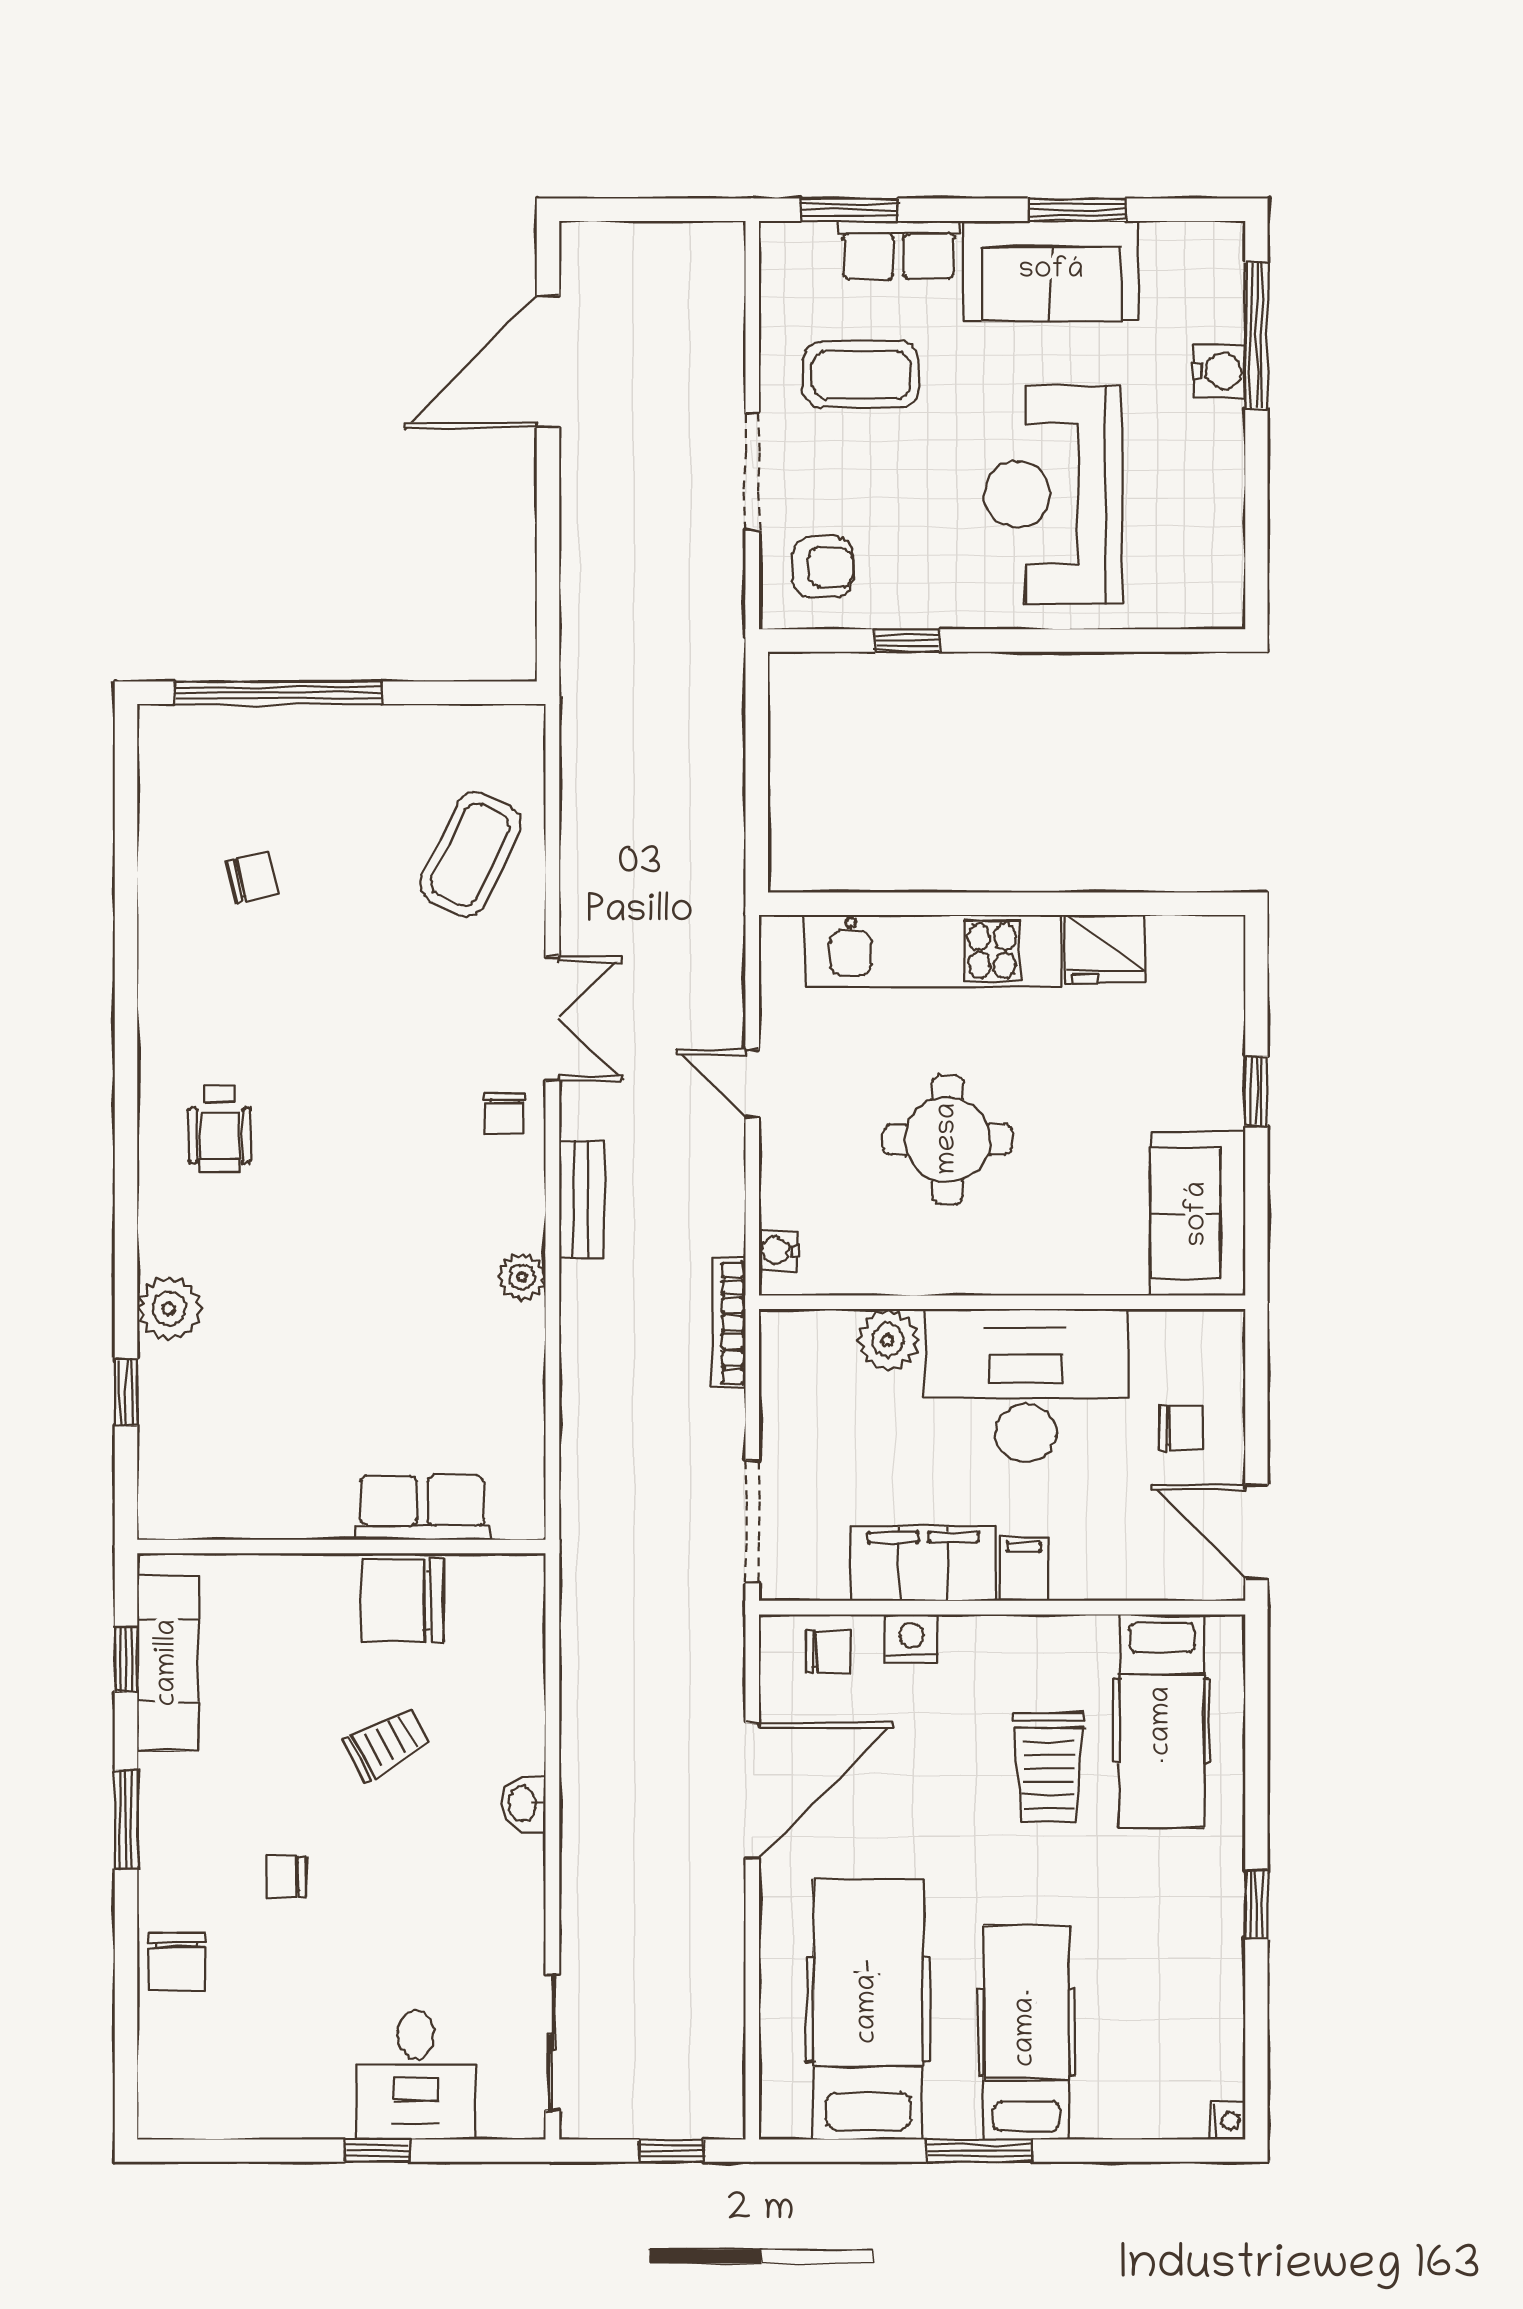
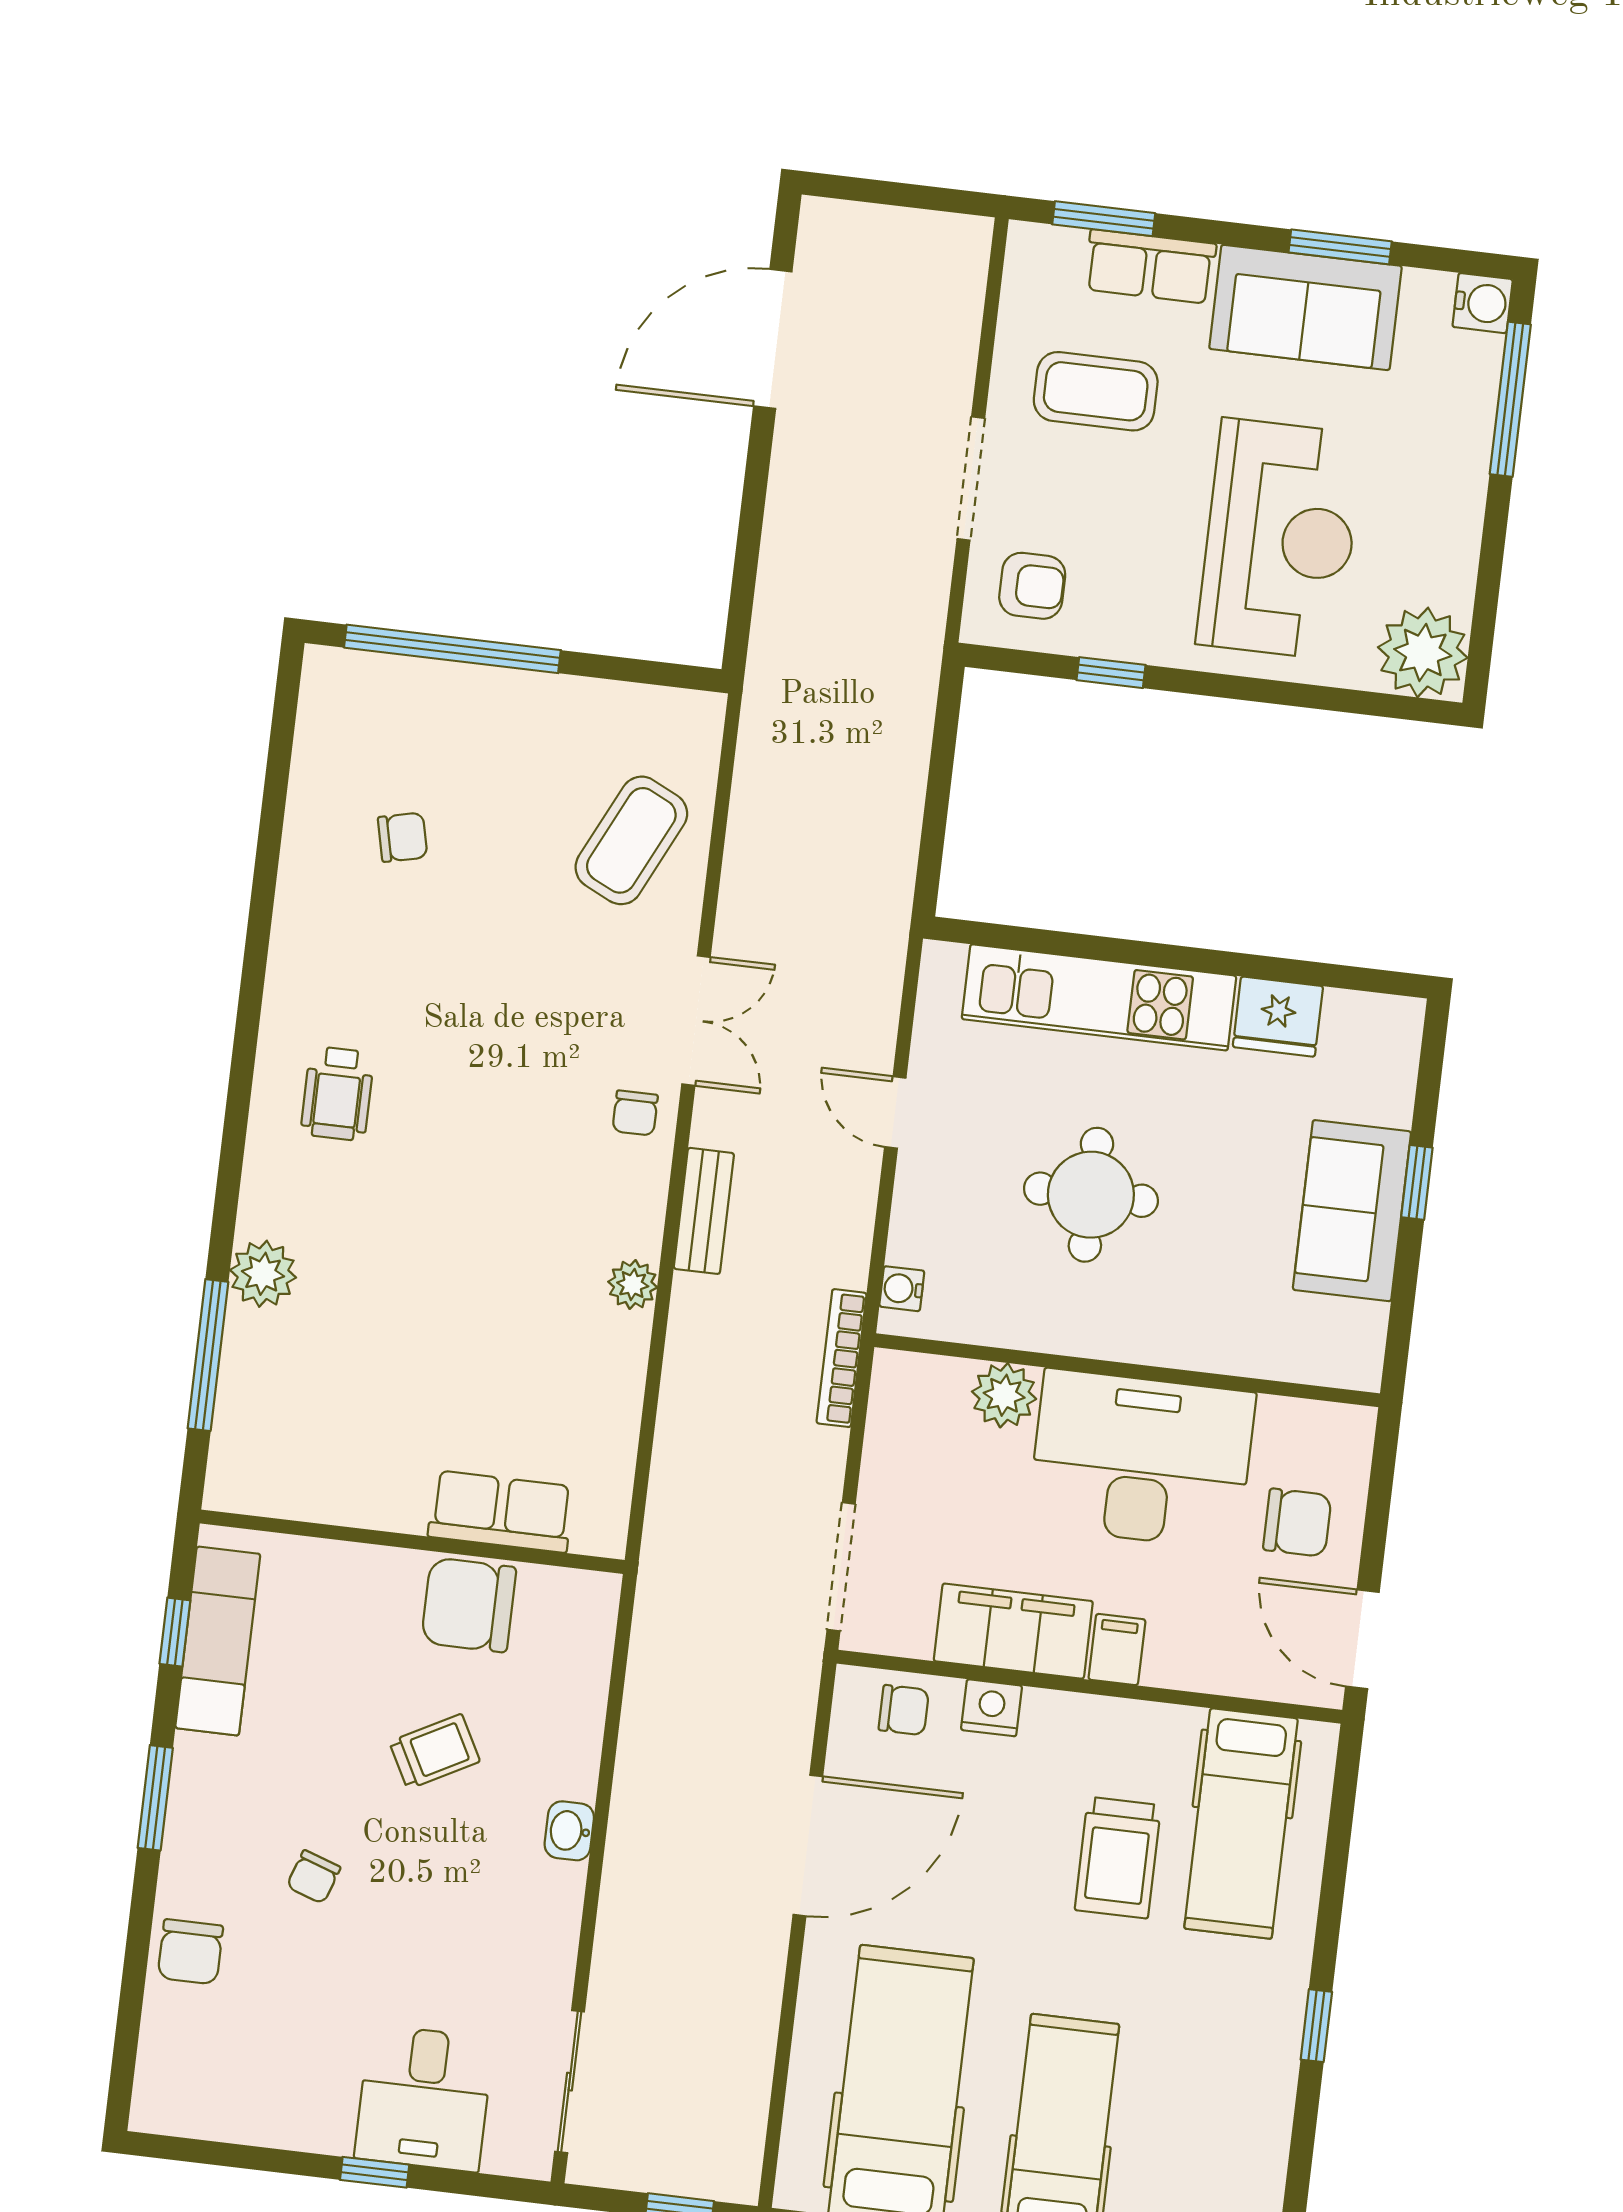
water cooler: (1219, 371) -> (1483, 303), moved
reception desk: (1053, 494) -> (1280, 539), turned 180
plant: (1202, 586) -> (1423, 652), added
sofa: (1198, 1214) -> (1352, 1211), moved
window: (126, 1392) -> (208, 1355), width x2.17
chair: (1181, 1428) -> (1297, 1523), width x1.37, depth x1.37
chair: (286, 1877) -> (314, 1877), turned -71

